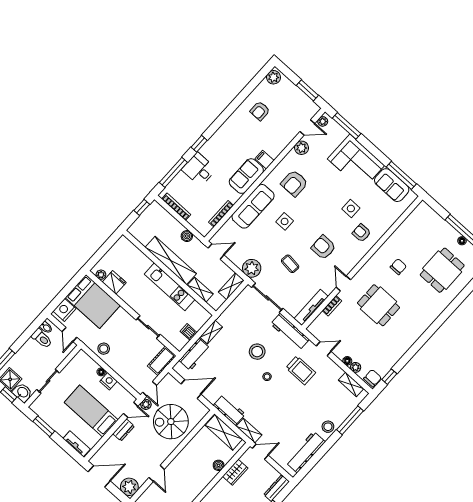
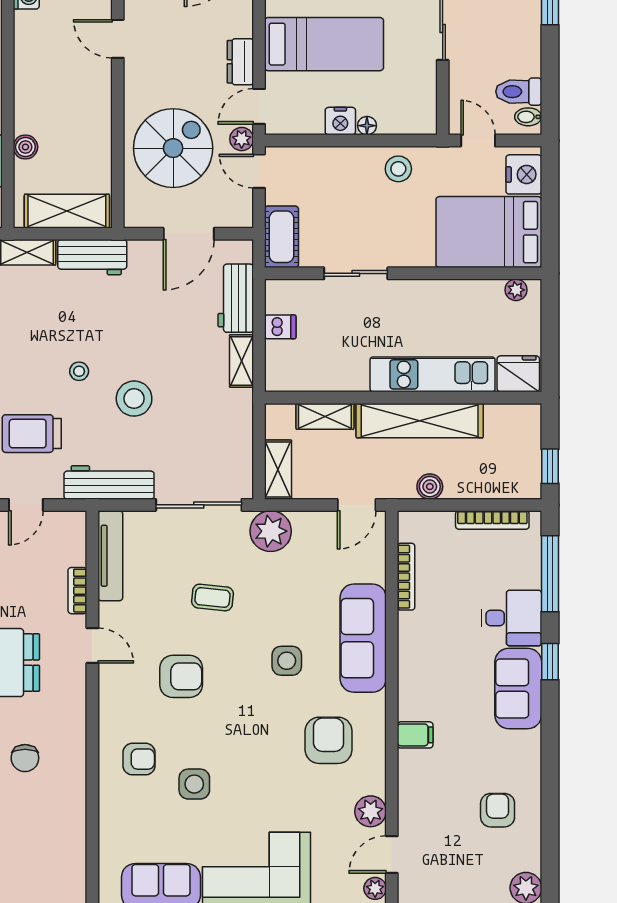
sofa: (246, 176) -> (518, 688), moved, turned 180
fridge: (114, 282) -> (518, 374), moved, turned 180
kitchen unit: (170, 287) -> (433, 374), moved

